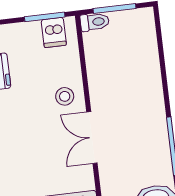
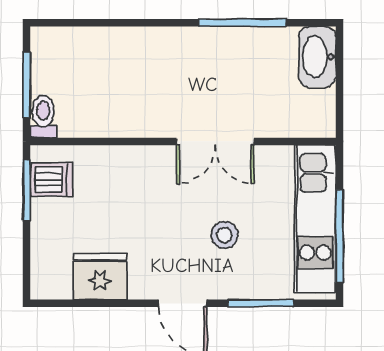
stool: (65, 96) -> (224, 235), moved

